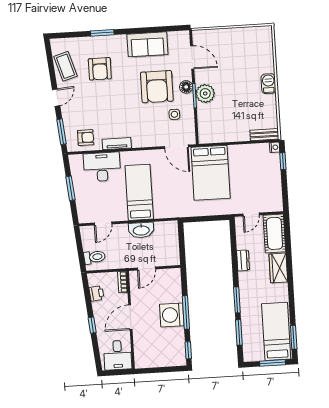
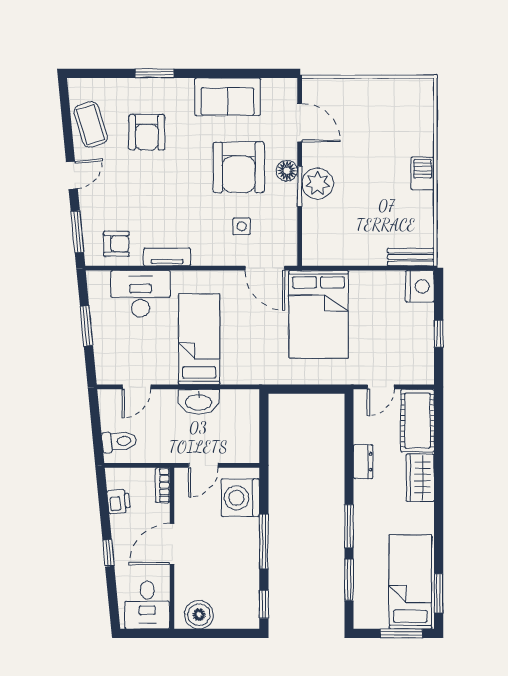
side table: (174, 114) -> (242, 226), moved
nightstand: (275, 147) -> (420, 286), width x1.89, depth x1.79
window: (283, 161) -> (439, 334), moved
washing machine: (172, 315) -> (240, 498), moved
boiler: (149, 359) -> (199, 615), added

